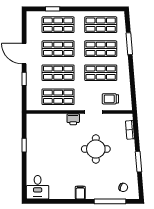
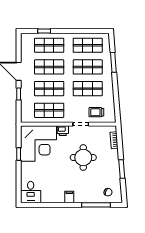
corner desk: (46, 134) -> (39, 144), added

